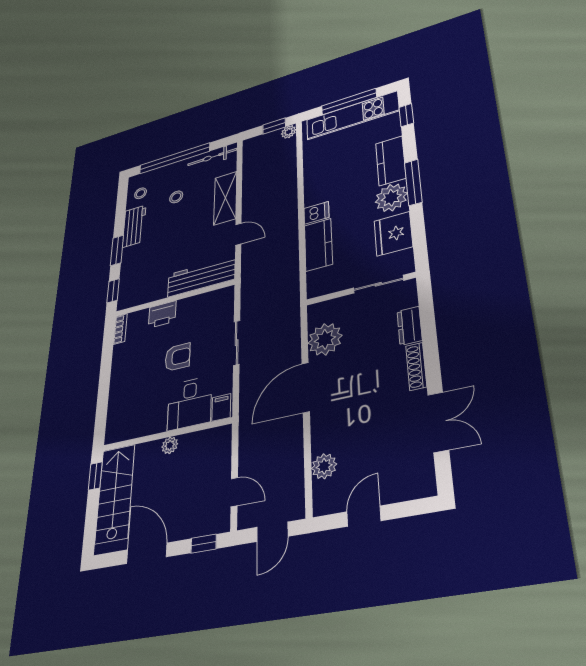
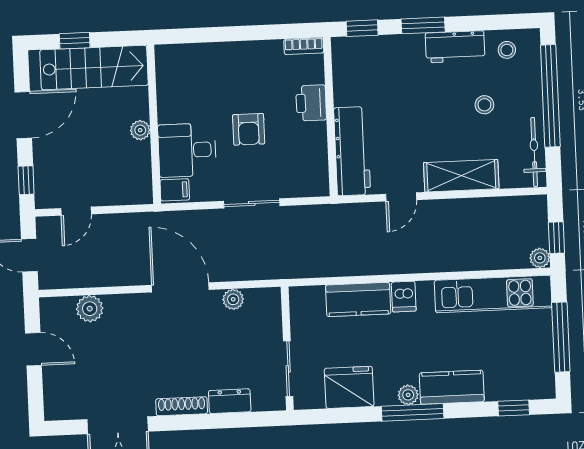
kitchen unit: (352, 115) -> (493, 294), moved, turned -90
plant: (391, 198) -> (408, 395), width x0.53, depth x0.53
plant: (325, 339) -> (233, 299), width x0.53, depth x0.53
window: (95, 476) -> (75, 41), moved

